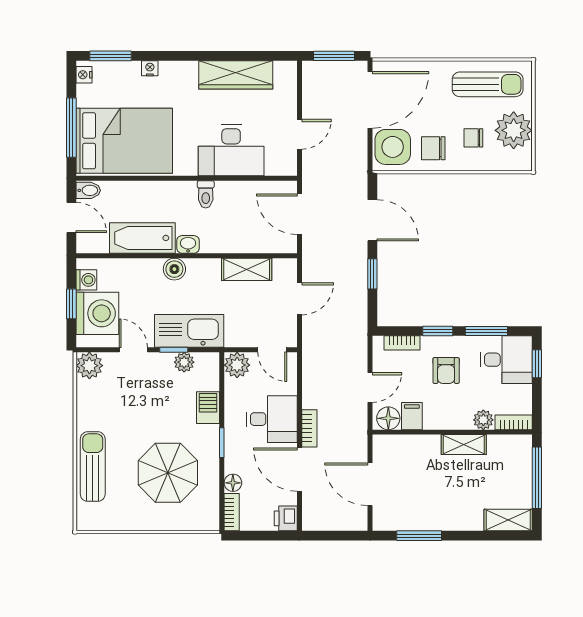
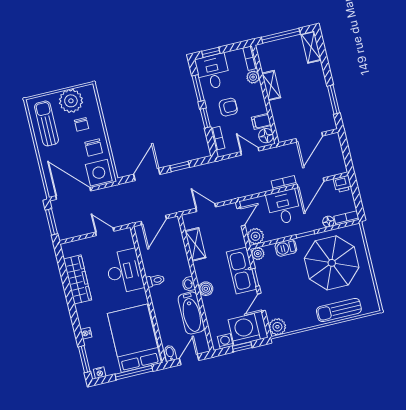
plant: (184, 362) -> (258, 254), moved
parasol: (168, 473) -> (332, 263), width x1.36, depth x1.36

